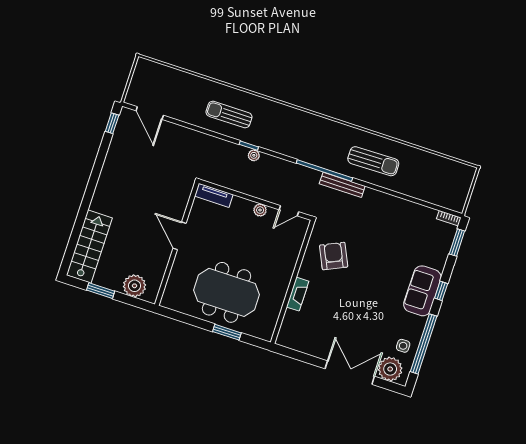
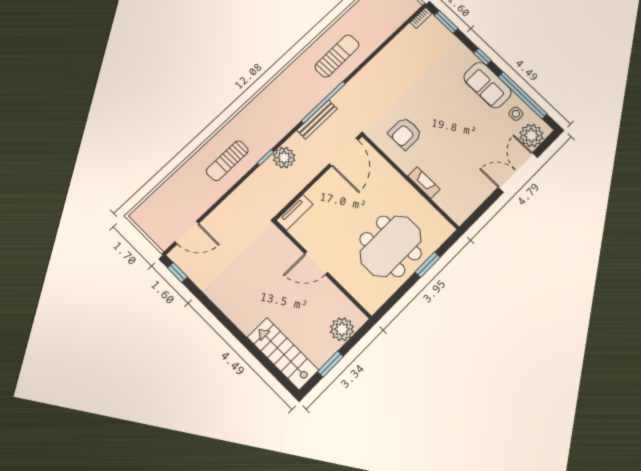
plant: (254, 155) -> (284, 158), width x1.87, depth x1.87
bench: (342, 185) -> (317, 120), moved
plant: (260, 210) -> (330, 177), removed
door: (289, 211) -> (344, 152), width x1.88
armchair: (334, 256) -> (405, 133), turned -65
sofa: (422, 291) -> (488, 85), moved

